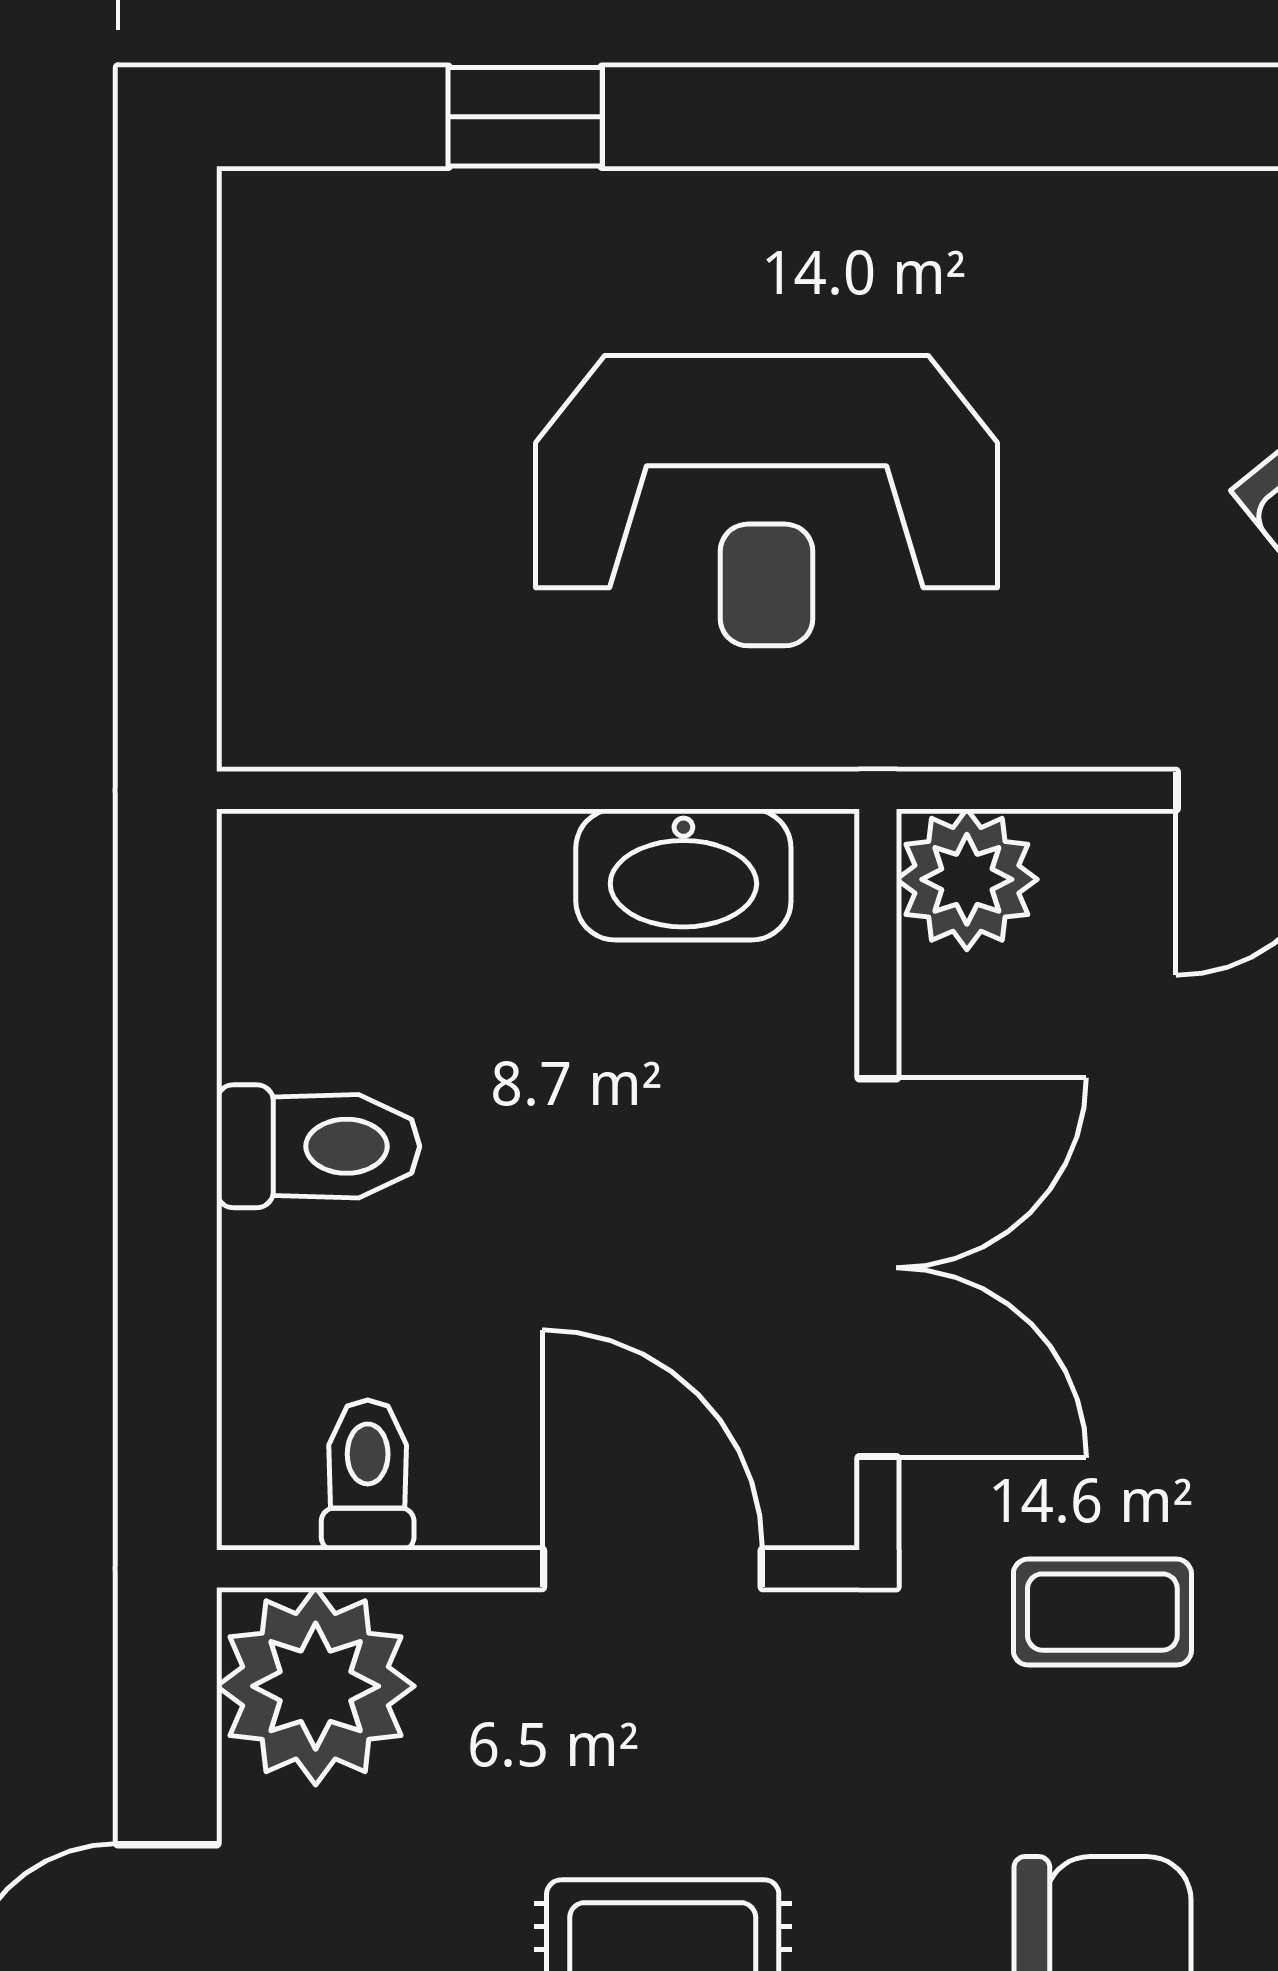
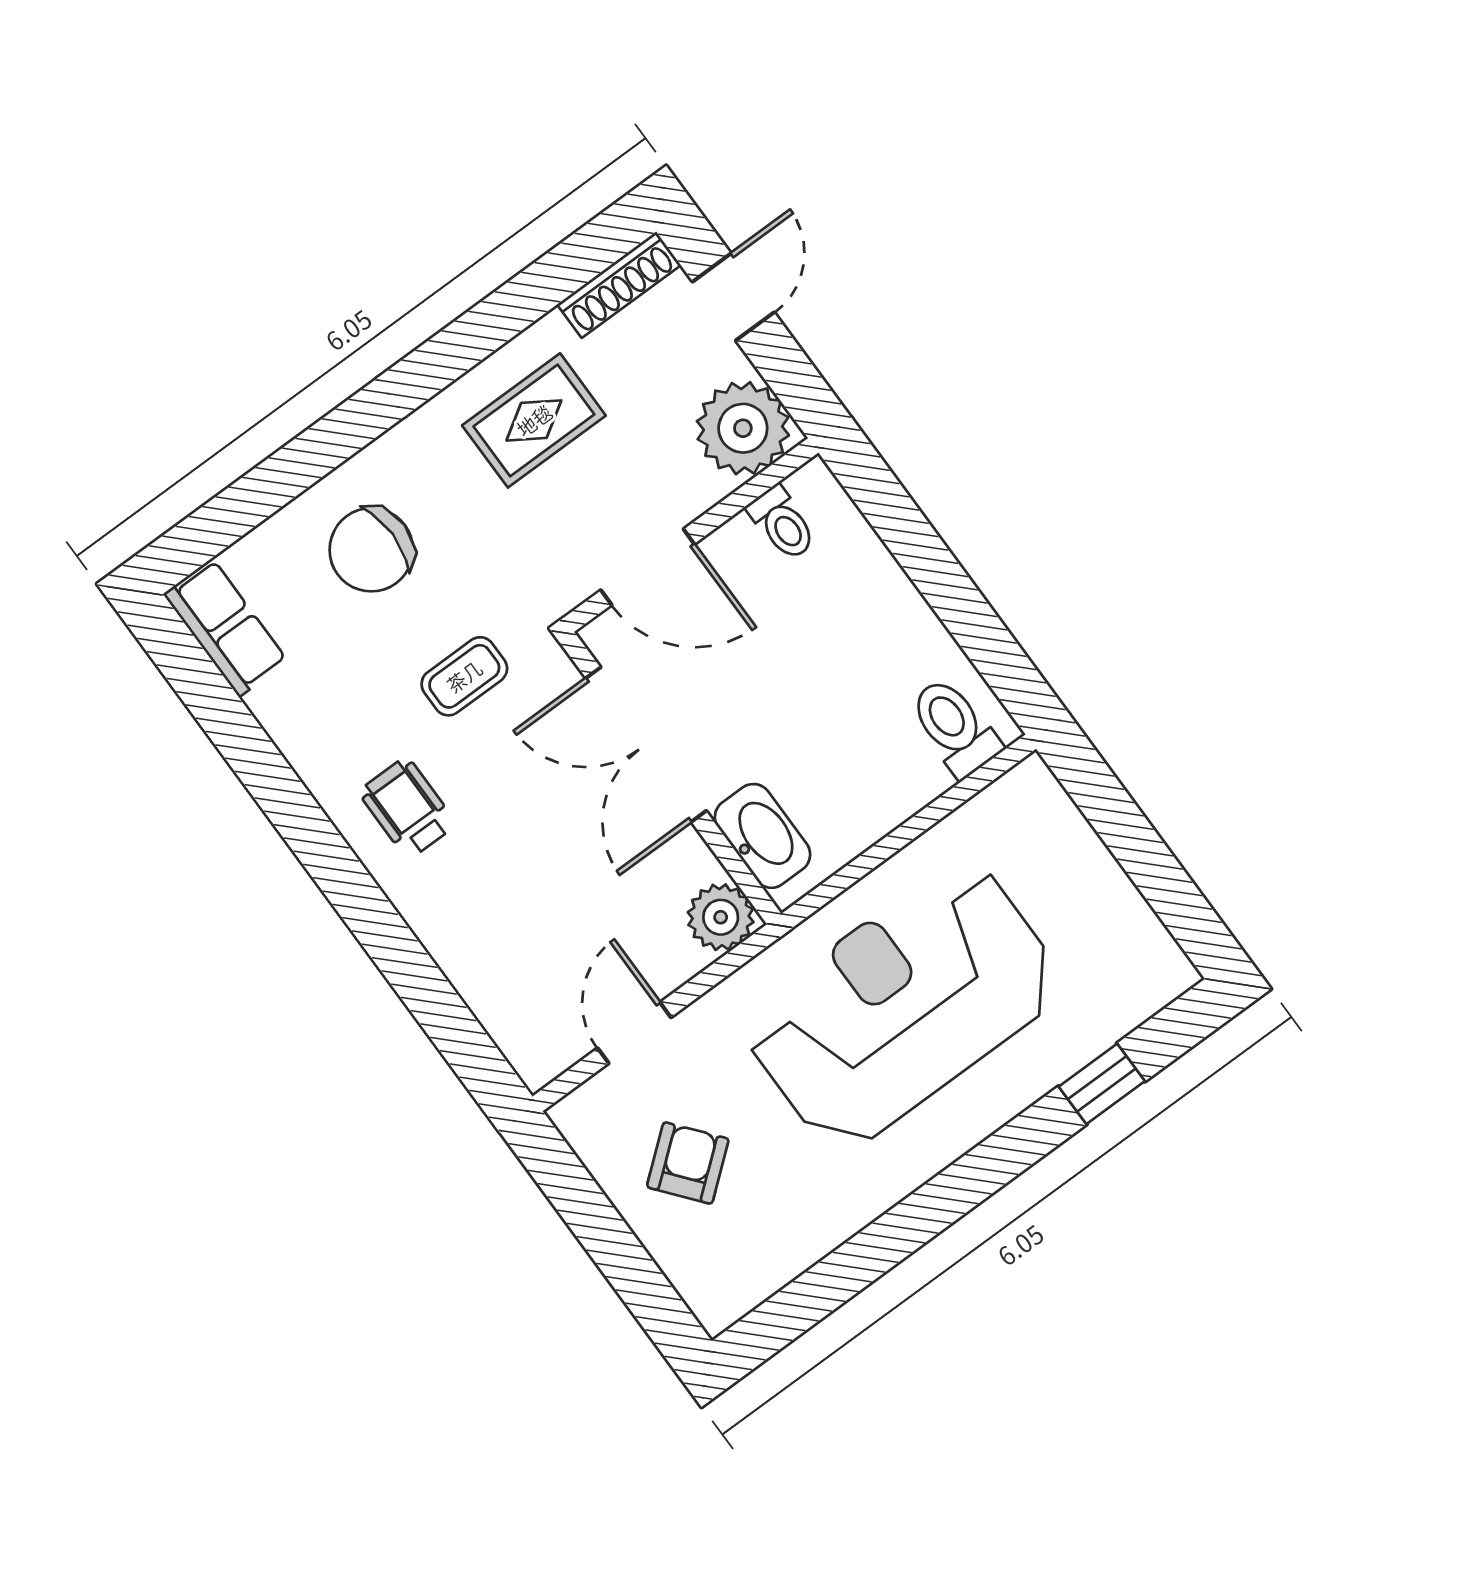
reception desk: (766, 501) -> (903, 1005), width x1.36, depth x1.30
washbasin: (683, 875) -> (762, 836), moved, turned 90
toilet: (318, 1146) -> (955, 727), moved, turned 90

